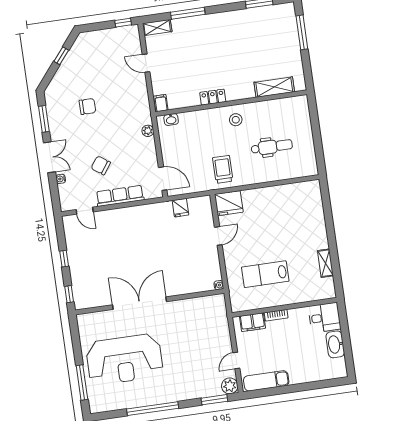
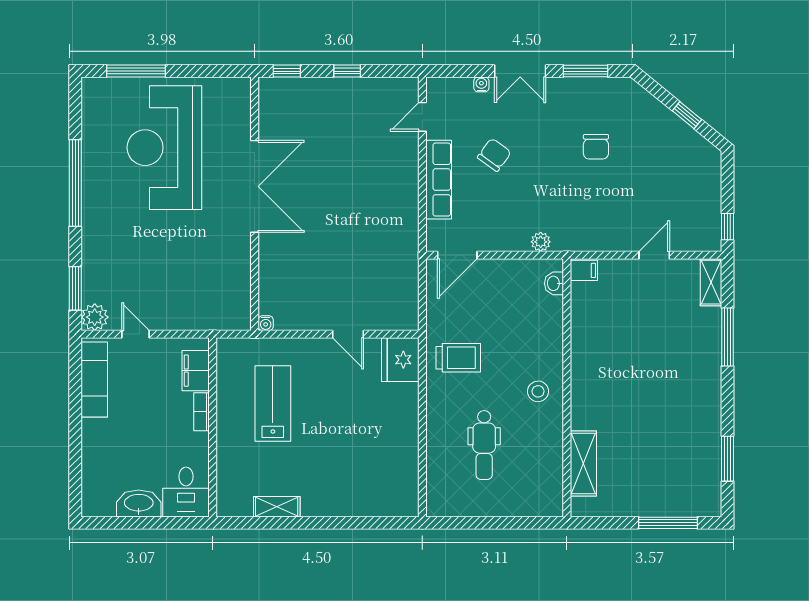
locker: (213, 97) -> (581, 358), removed
fridge: (180, 208) -> (404, 278), removed

